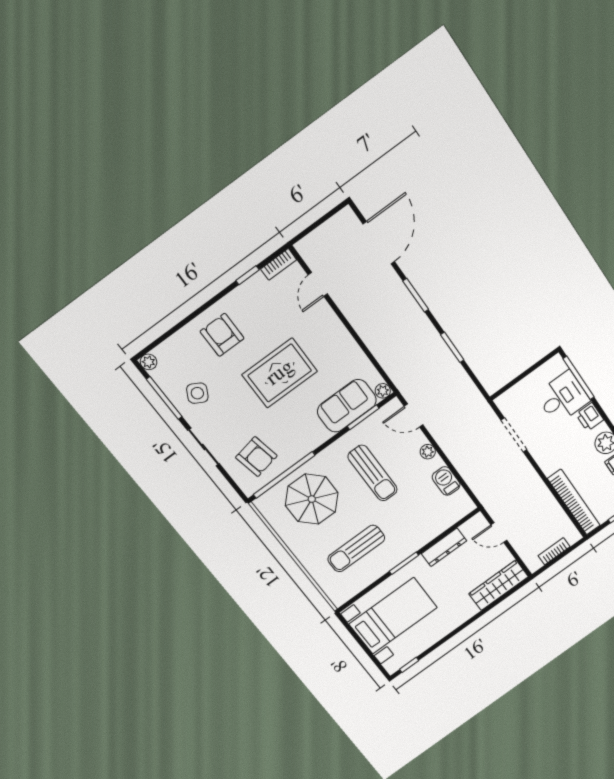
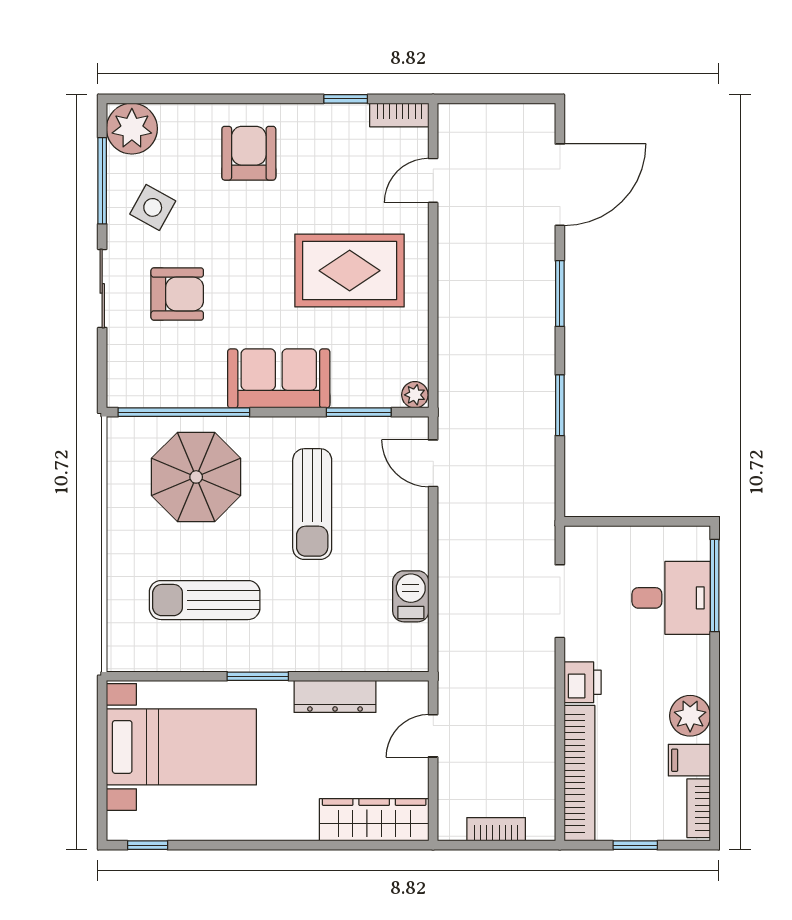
plant: (148, 362) -> (132, 129), width x1.88, depth x1.88
rug: (280, 373) -> (350, 271), moved
sofa: (347, 406) -> (279, 378), moved
printer: (590, 417) -> (583, 682), moved, turned 180
plant: (428, 452) -> (415, 532), removed
armchair: (256, 457) -> (177, 294), moved, turned -79
door: (499, 533) -> (433, 736), hinge flipped

